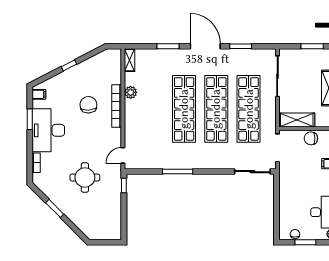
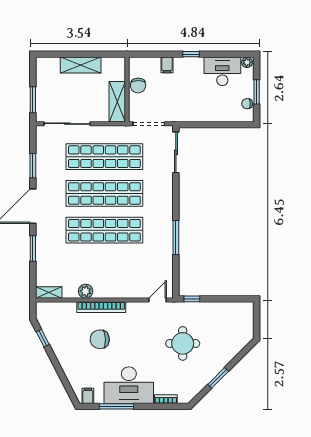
window: (312, 46) -> (33, 100), moved
window: (69, 65) -> (43, 338), moved
window: (30, 119) -> (116, 406), width x1.44
door: (123, 155) -> (157, 300), swing flipped

